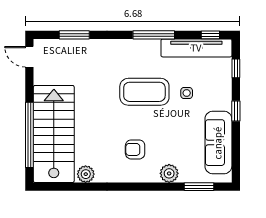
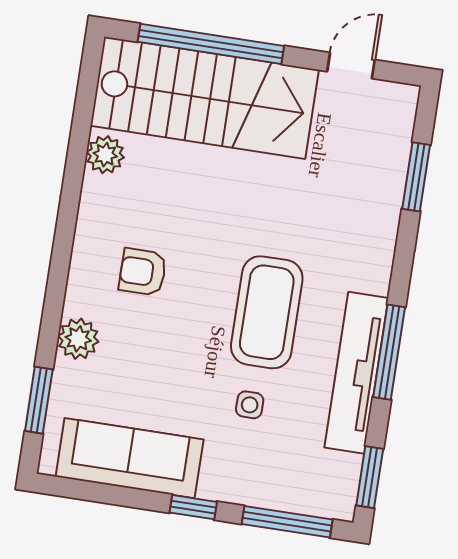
window: (210, 35) -> (370, 477), width x1.50
tv unit: (196, 48) -> (356, 373), moved
door: (29, 57) -> (351, 66), moved
window: (236, 68) -> (287, 522), width x2.17
armchair: (135, 149) -> (143, 272), turned -90

